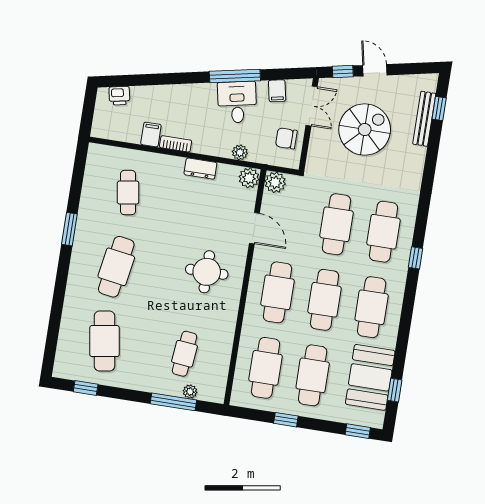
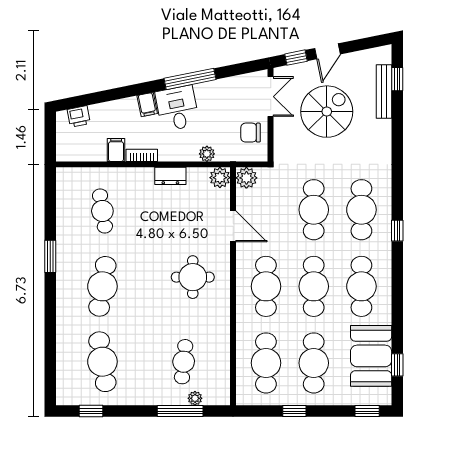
door: (375, 70) -> (327, 51), swing flipped
filing cabinet: (277, 91) -> (147, 104), moved
desk: (237, 102) -> (177, 108), moved

